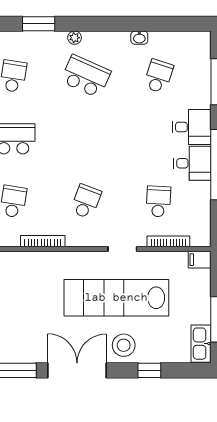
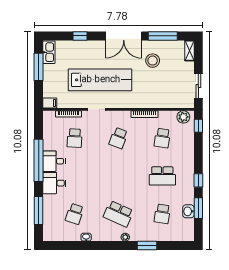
stool: (124, 345) -> (153, 61), moved

